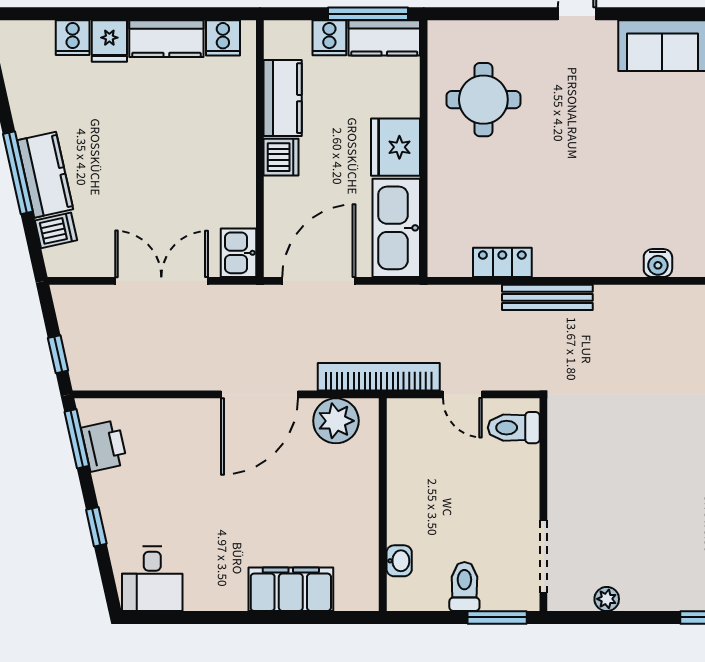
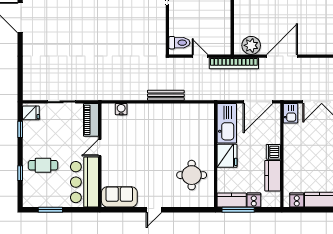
locker: (502, 262) -> (184, 109), removed

